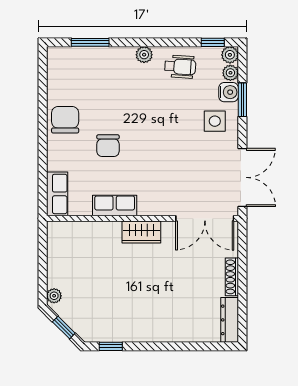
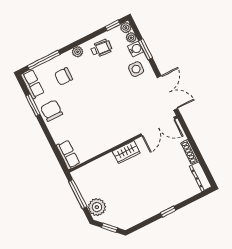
window: (90, 42) -> (44, 60), width x1.44
window: (43, 99) -> (33, 105), added
chair: (108, 146) -> (63, 76), moved, turned 90
row of seats: (115, 205) -> (33, 84), moved, turned 90
window: (43, 257) -> (78, 194), added
plant: (54, 296) -> (97, 207), width x1.88, depth x1.88
window: (111, 346) -> (168, 212), moved

